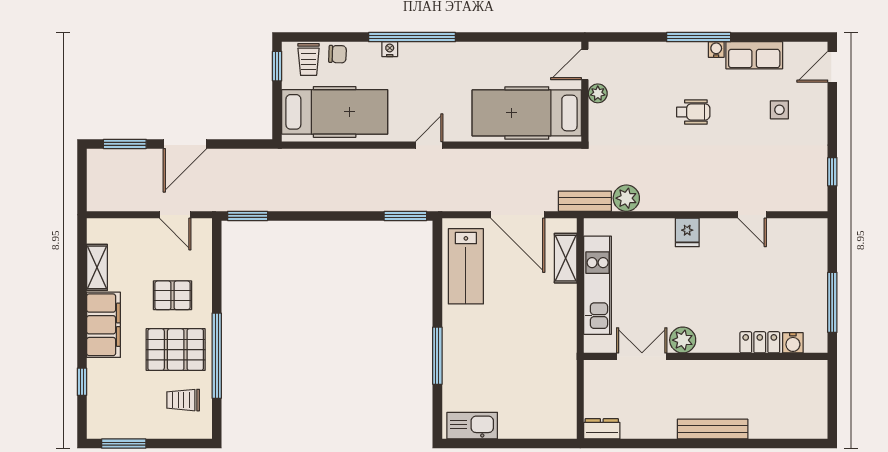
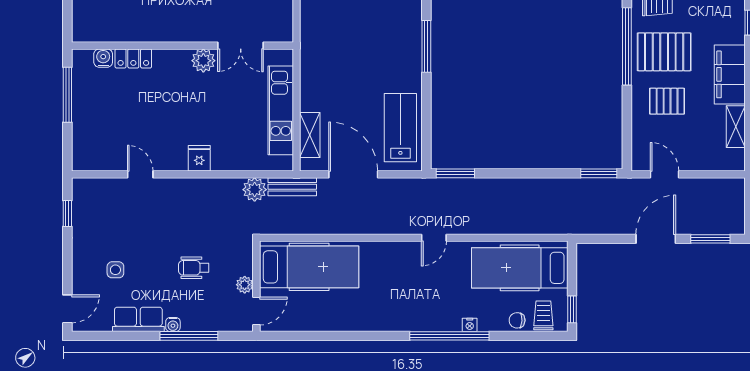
door: (585, 64) -> (256, 311), moved
wall: (585, 92) -> (256, 286), moved
plant: (598, 93) -> (245, 285), moved
hospital bed: (527, 113) -> (309, 267), moved

